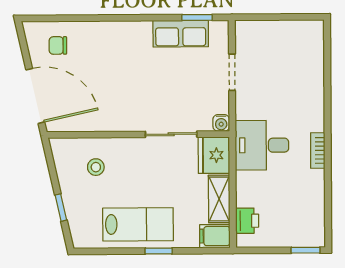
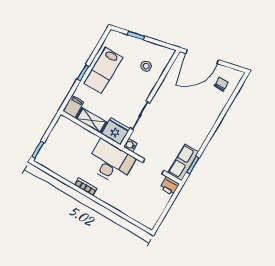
row of seats: (181, 34) -> (183, 162), moved
desk: (262, 145) -> (111, 162), width x1.37
printer: (247, 221) -> (170, 186), moved

